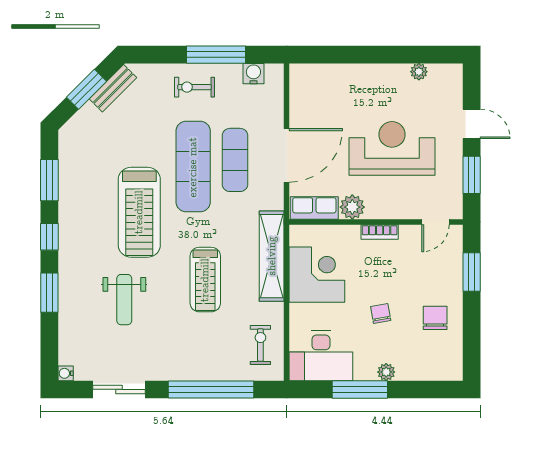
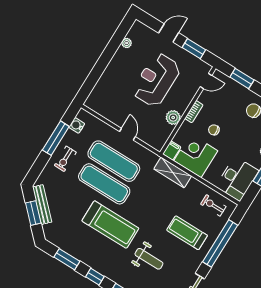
bench: (113, 88) -> (42, 205), width x1.36
door: (287, 155) -> (127, 134), width x0.53
exercise mat: (235, 160) -> (114, 161), width x1.36, depth x1.45
row of seats: (314, 208) -> (162, 137), removed
door: (435, 222) -> (206, 81), hinge flipped
filing cabinet: (303, 235) -> (172, 150), added
shelving: (272, 256) -> (173, 172), width x0.68
treadmill: (205, 280) -> (187, 233), moved, turned 180
chair: (381, 314) -> (214, 130), moved

